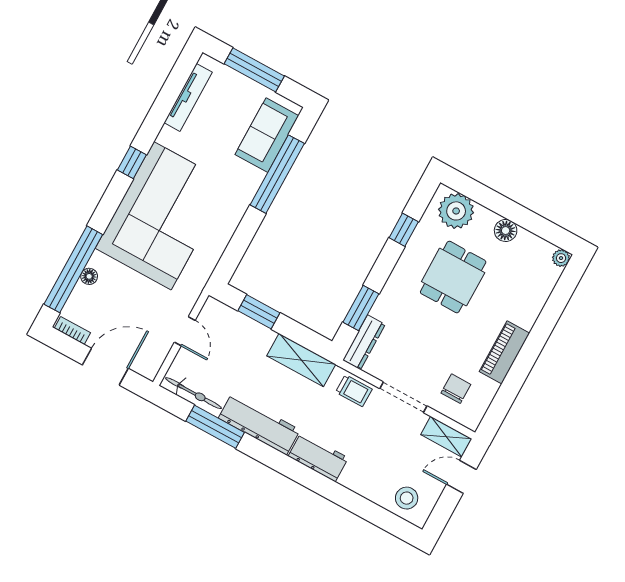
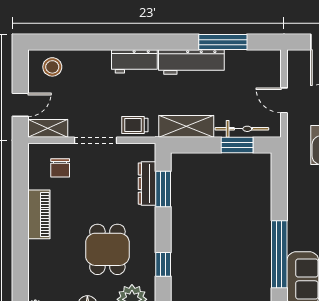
dresser: (364, 342) -> (147, 184), moved
bicycle: (193, 393) -> (242, 129), moved, turned 180

